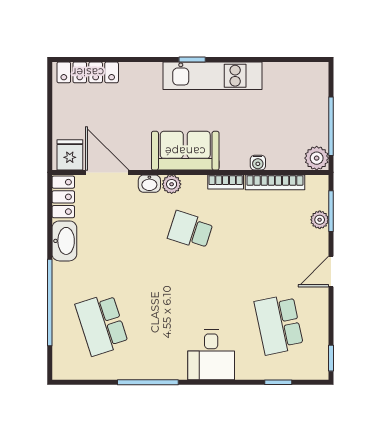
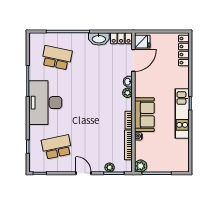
sofa: (185, 151) -> (144, 115), moved
school desk: (190, 230) -> (104, 102), removed
school desk: (102, 324) -> (57, 58), turned 30
desk: (211, 355) -> (45, 103), width x1.87, depth x1.30

